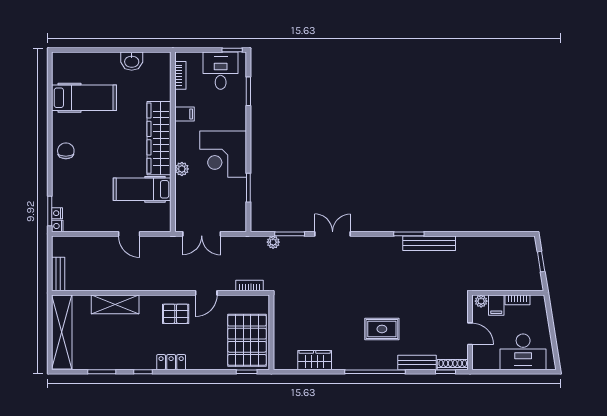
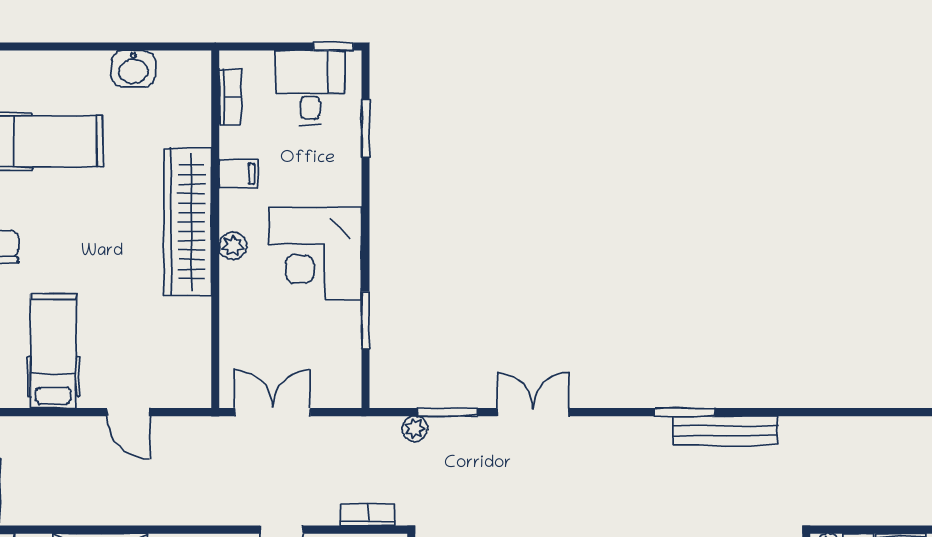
plant: (182, 169) -> (233, 246), moved
hospital bed: (142, 189) -> (53, 351), moved, turned 90
double door: (202, 234) -> (272, 412), swing flipped

